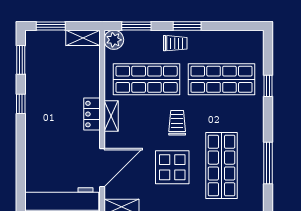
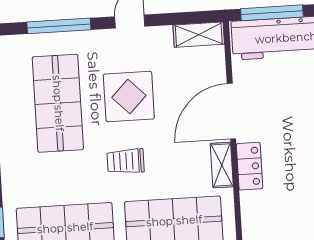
trolley: (177, 123) -> (126, 161), turned 90
door: (102, 168) -> (231, 111), moved

